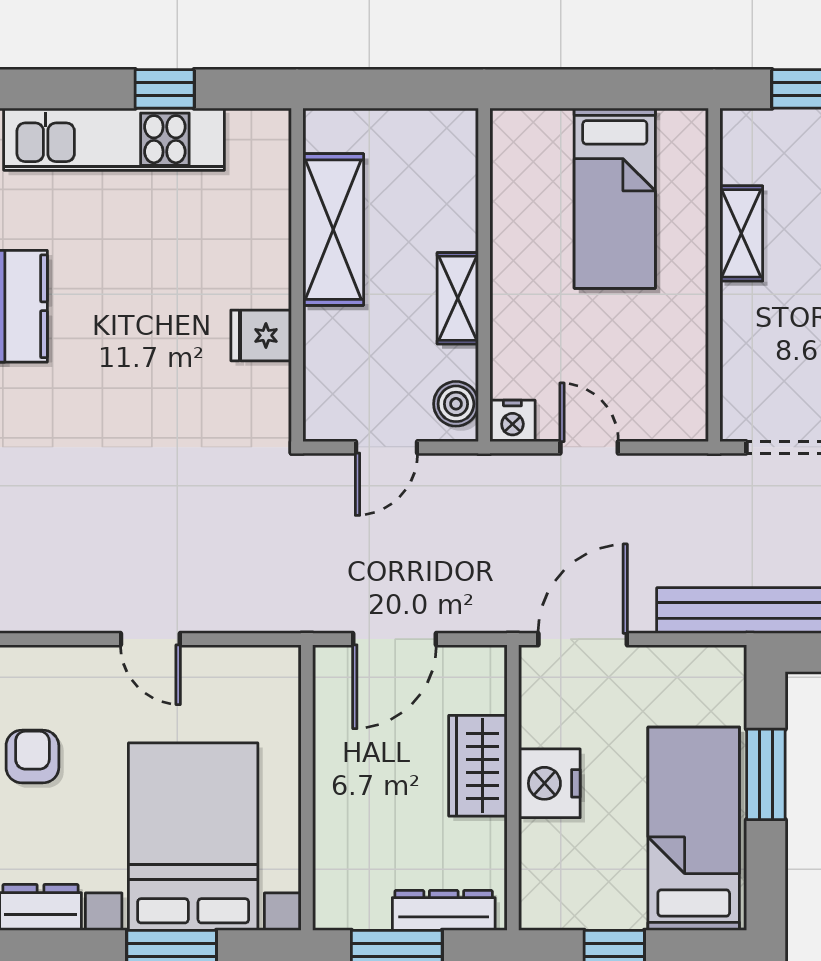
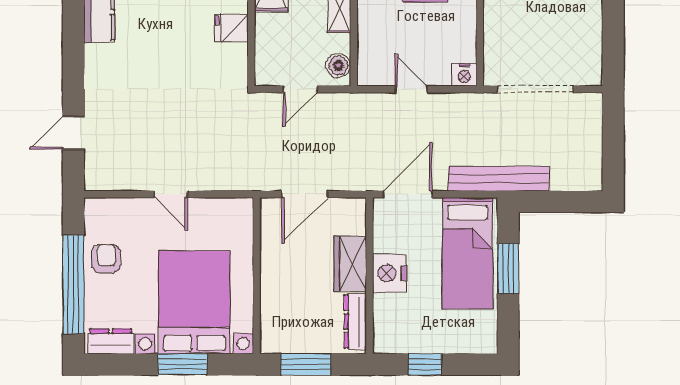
nightstand: (512, 421) -> (464, 75), moved
bed: (694, 829) -> (468, 253), moved, turned 180
dresser: (444, 910) -> (355, 322), moved, turned -90

